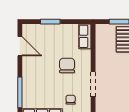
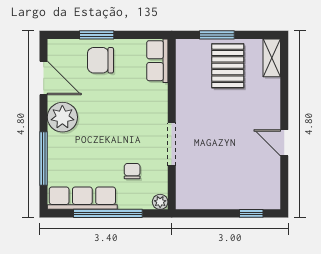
chair: (67, 66) -> (100, 60), moved, turned -90
plant: (31, 69) -> (62, 117), added

